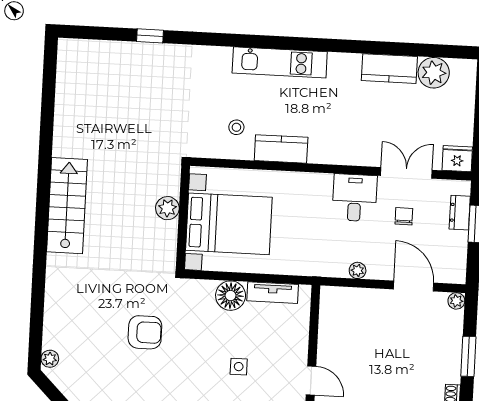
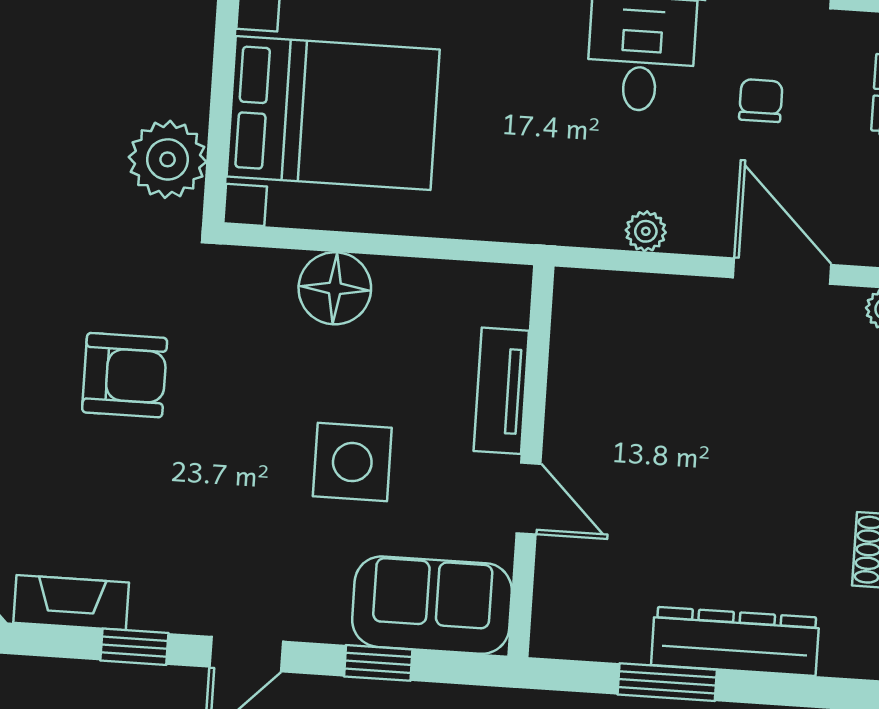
plant: (167, 208) -> (168, 159), moved, width x1.36, depth x1.36
tv unit: (273, 293) -> (501, 391), moved, turned 90
side table: (239, 367) -> (352, 462), width x1.87, depth x1.87

